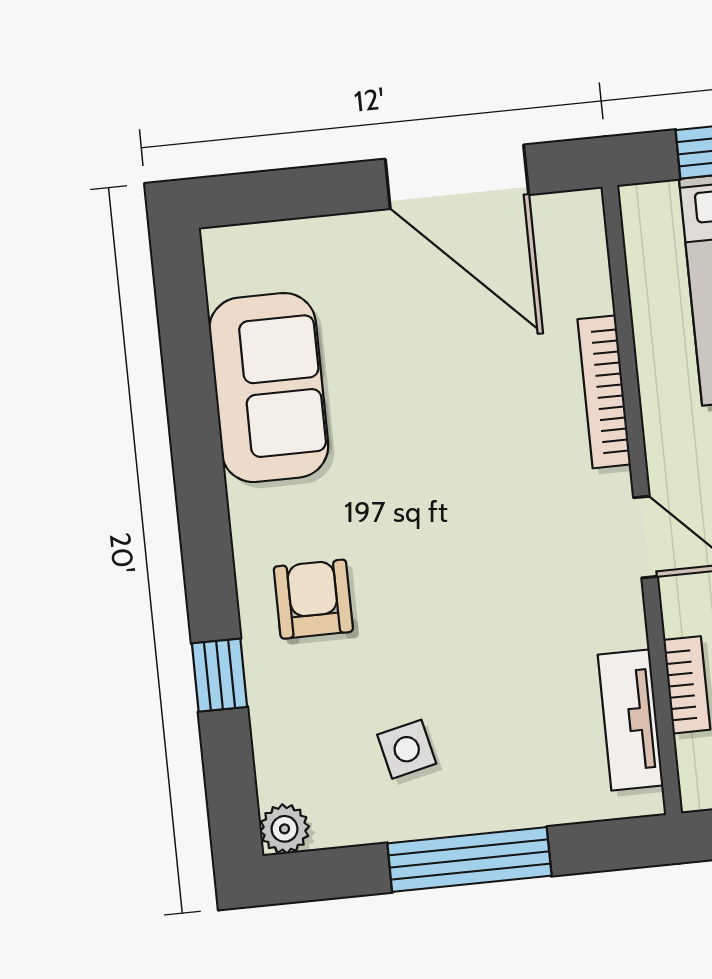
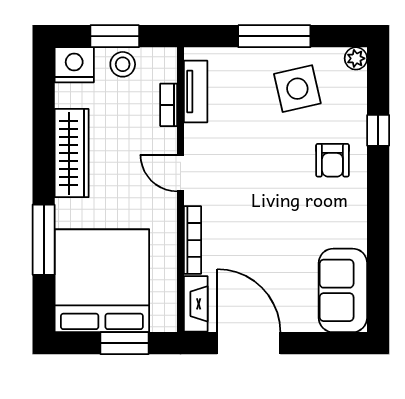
fireplace: (583, 252) -> (196, 304), added
sofa: (269, 388) -> (343, 290), moved
side table: (407, 749) -> (297, 89), width x1.87, depth x1.87

